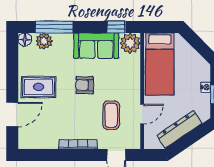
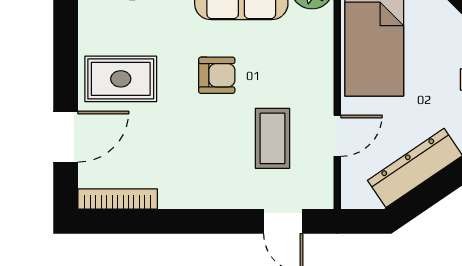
armchair: (85, 85) -> (217, 75), turned 180
bookcase: (78, 144) -> (118, 199), moved

